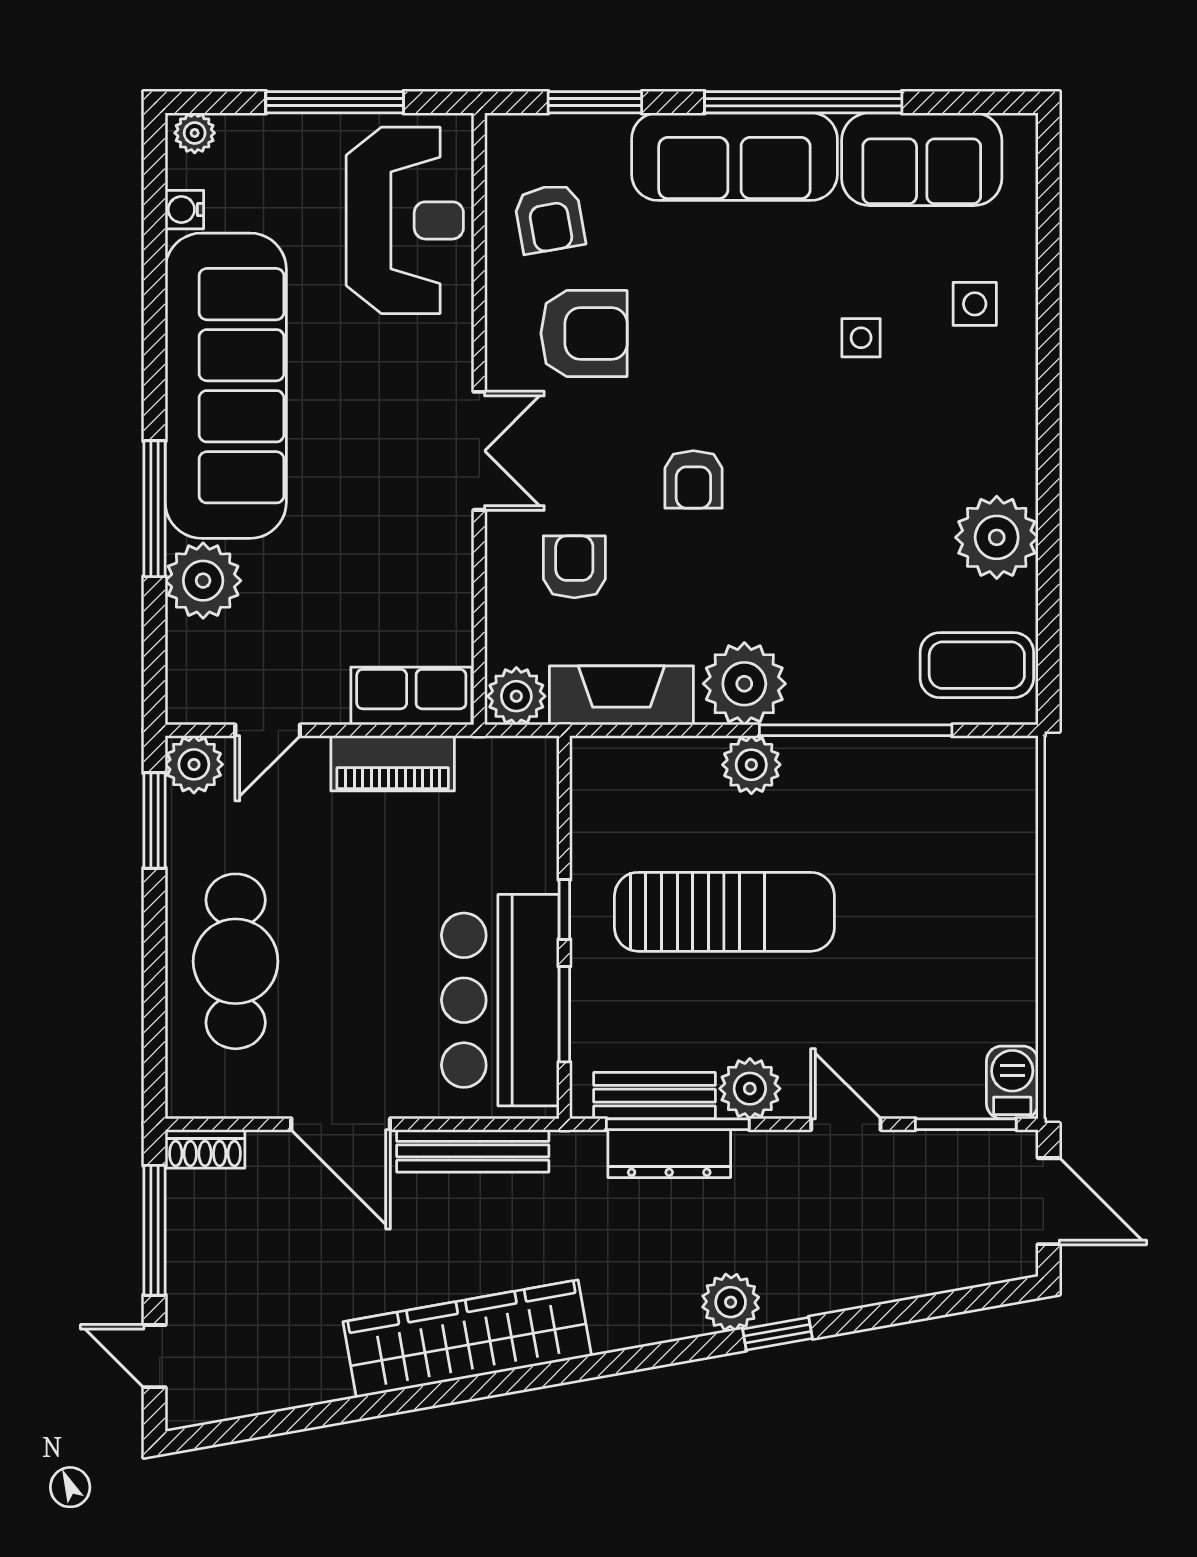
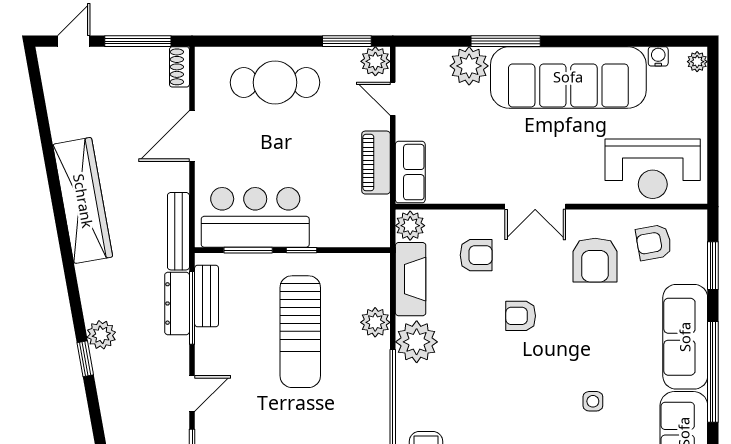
window: (335, 102) -> (713, 133), removed
plant: (751, 765) -> (375, 322), moved
plant: (750, 1089) -> (210, 345), removed
bench: (473, 1151) -> (178, 231), moved

